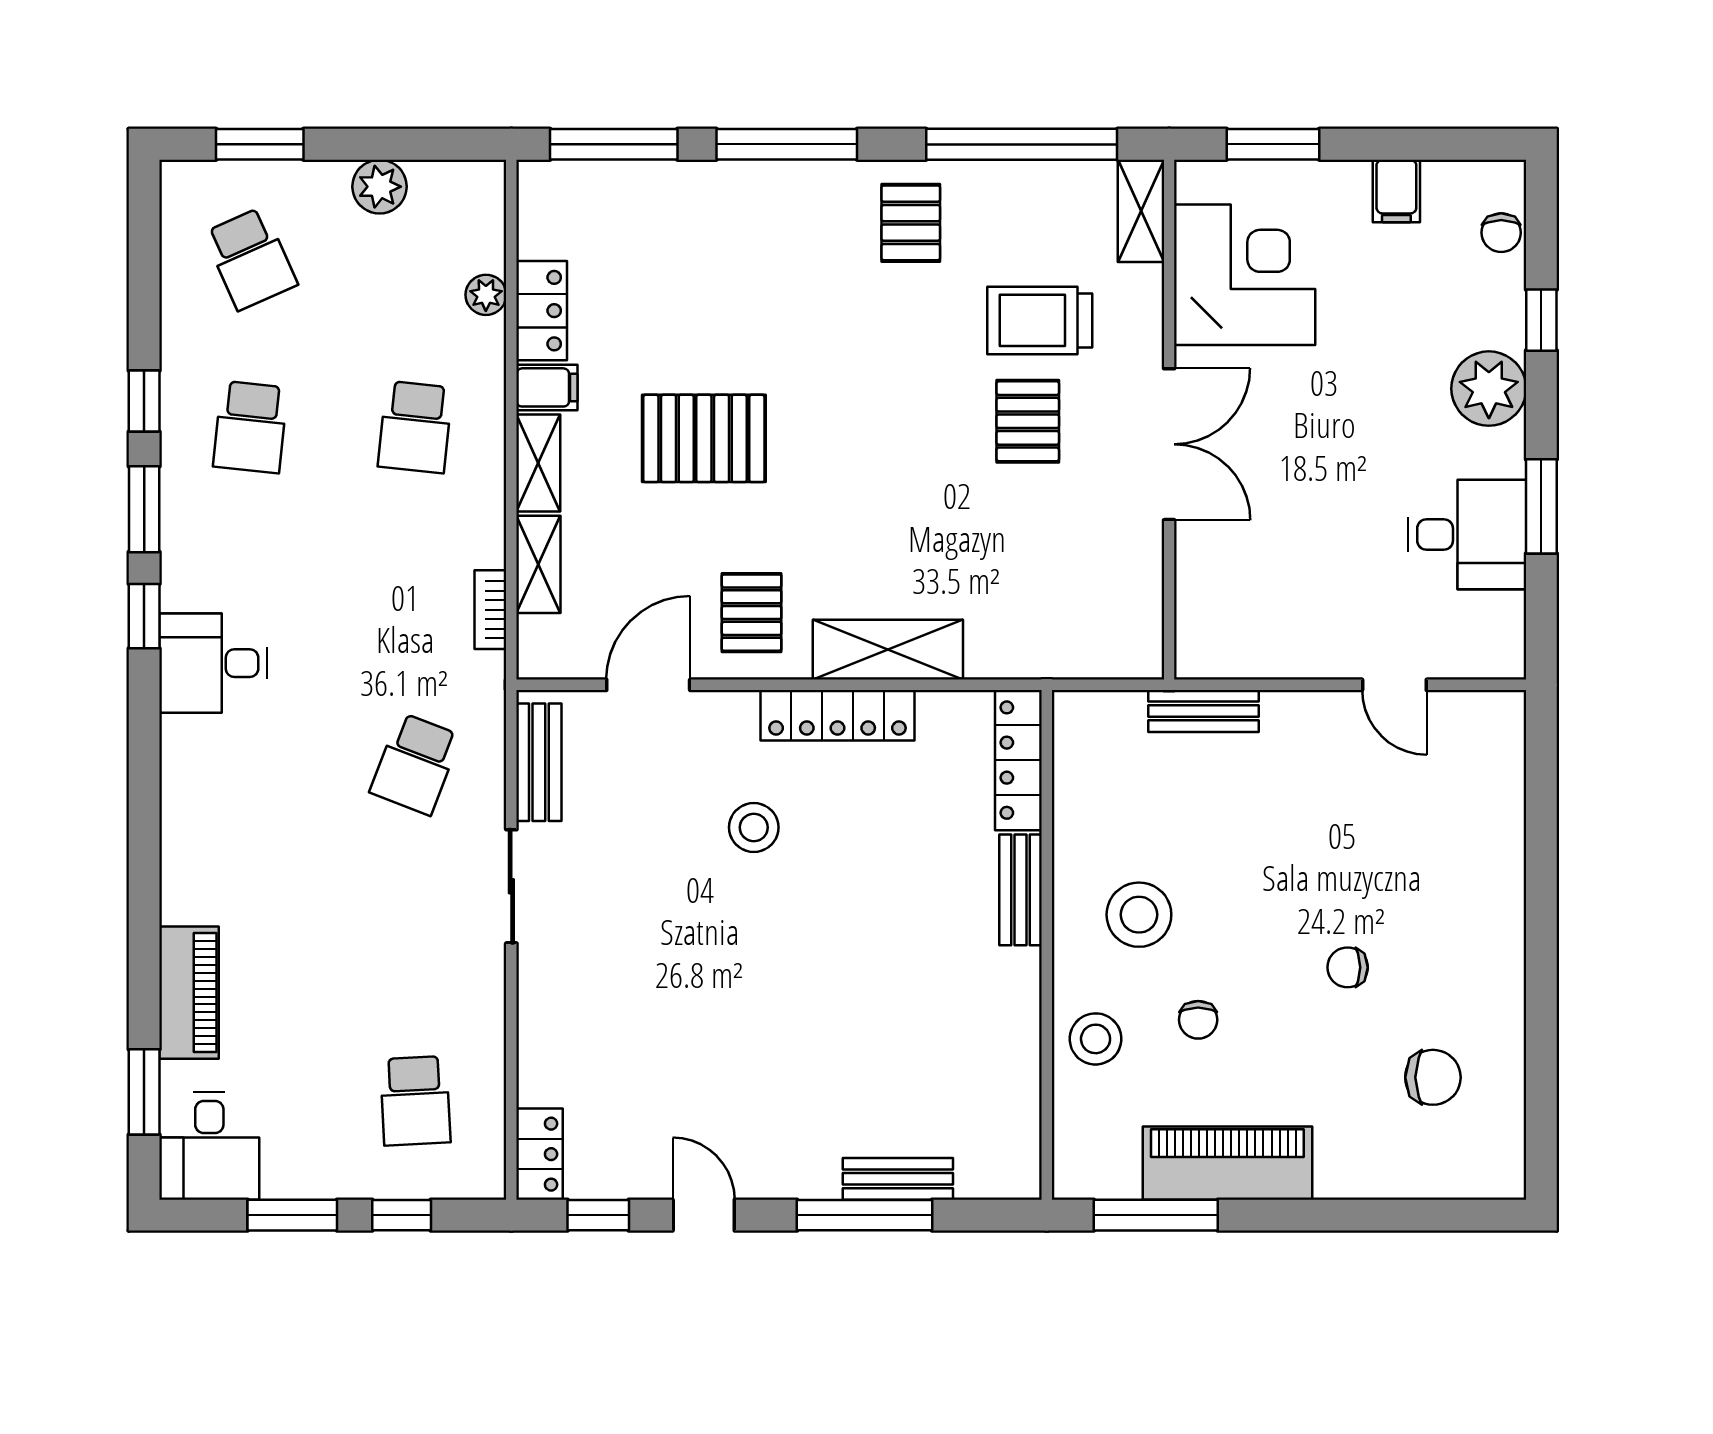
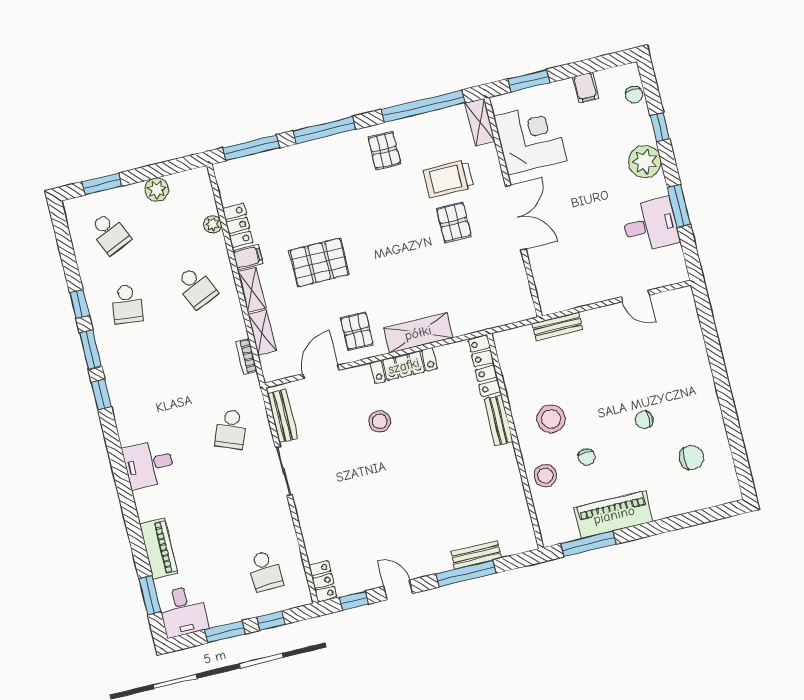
school desk: (415, 427) -> (196, 287), turned -30
desk: (213, 663) -> (149, 464), moved

